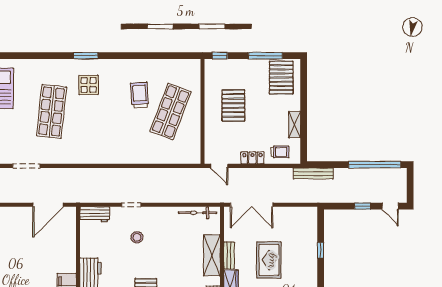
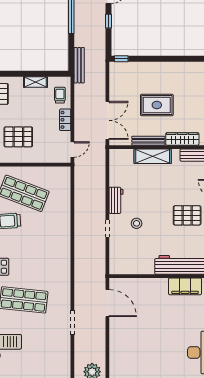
bicycle: (197, 213) -> (115, 169), removed
workbench: (95, 214) -> (116, 200), moved
window: (321, 250) -> (121, 59), moved
bench: (229, 255) -> (148, 141), width x1.36

